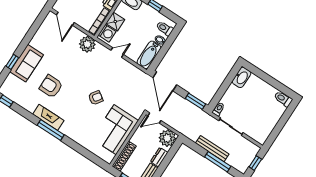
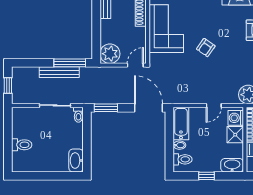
toilet: (283, 99) -> (22, 145), moved
dresser: (159, 157) -> (106, 30), removed
window: (218, 162) -> (70, 63), moved

